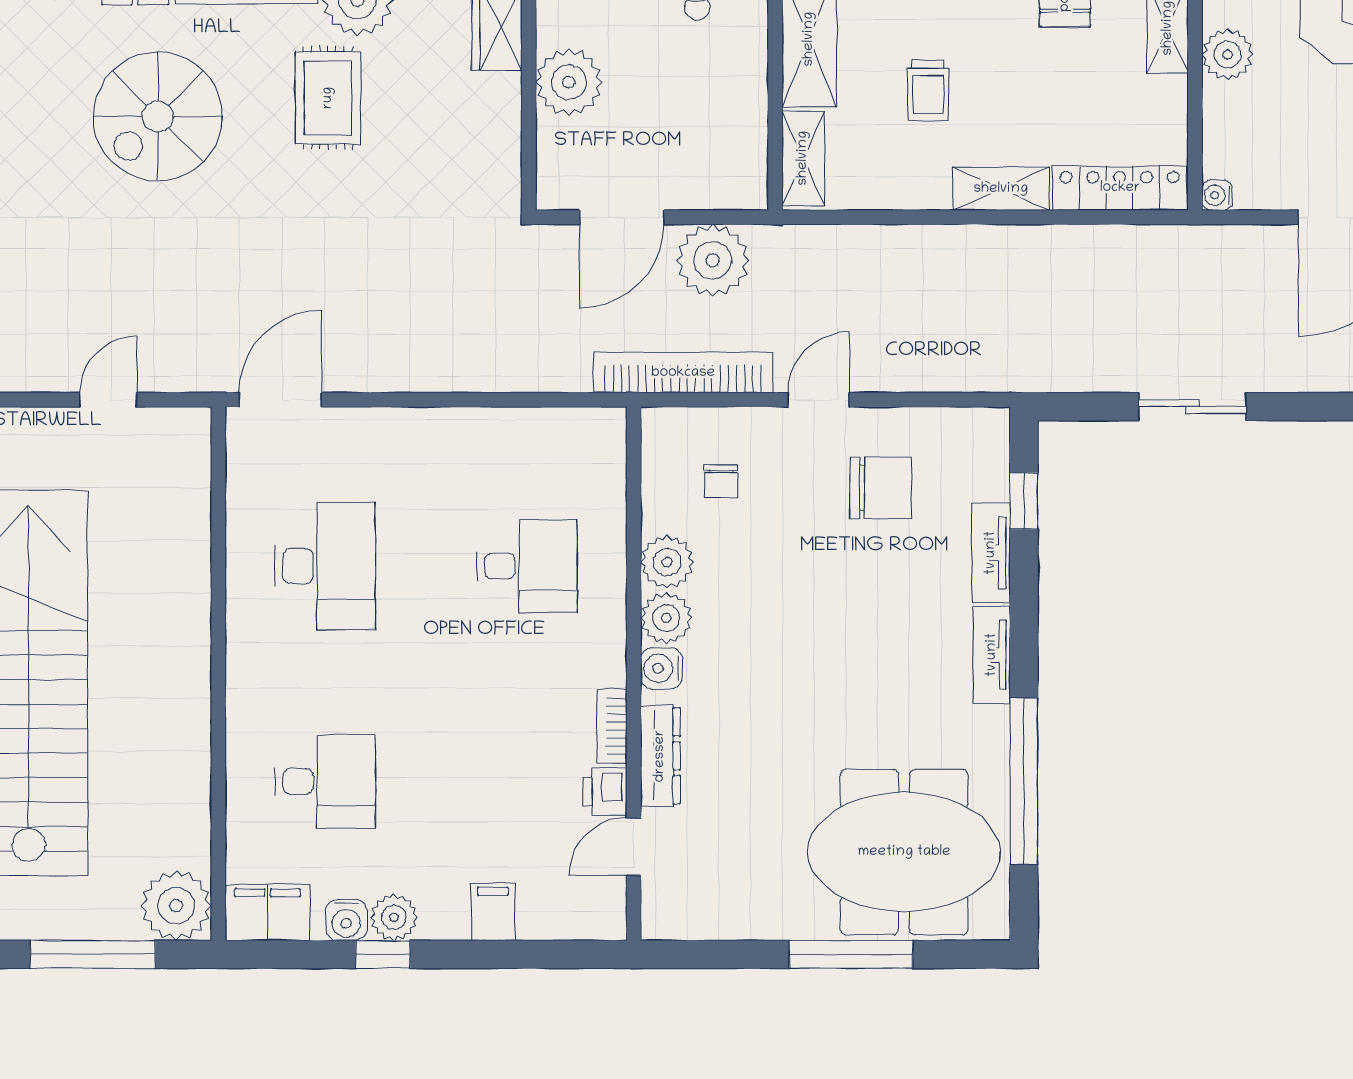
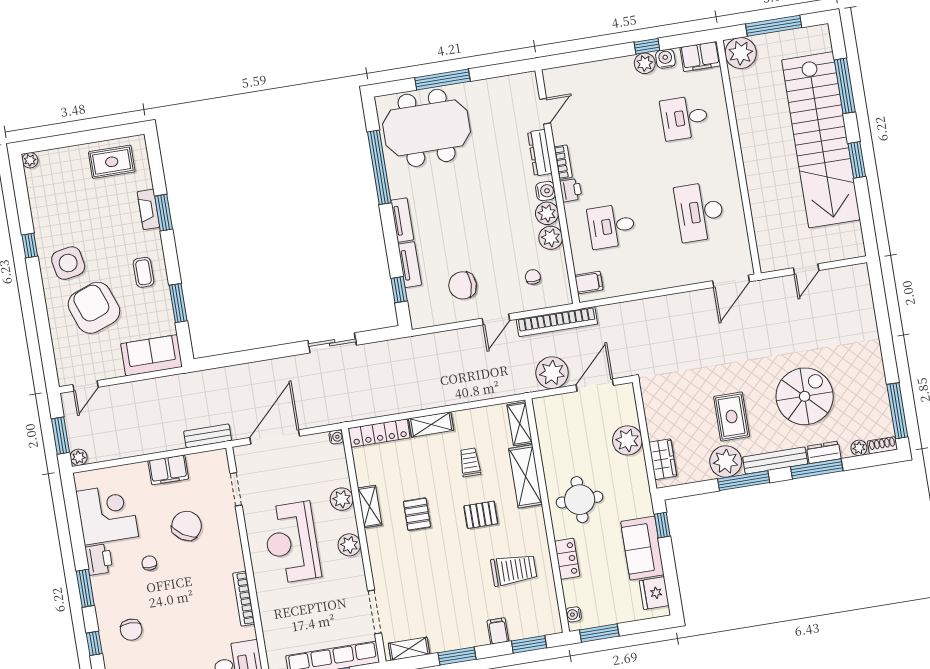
printer: (605, 792) -> (571, 190), moved
filing cabinet: (493, 912) -> (589, 282), moved, turned -90

